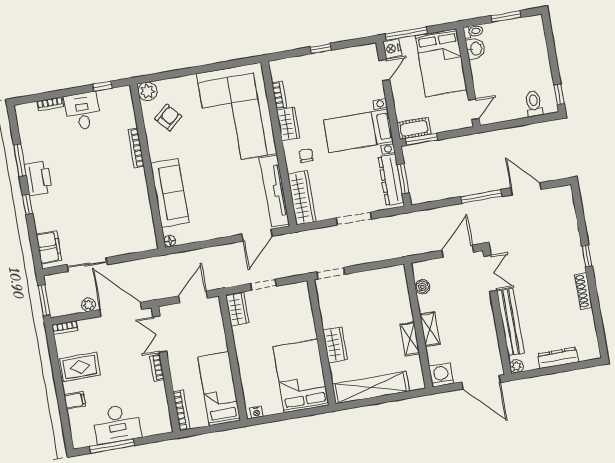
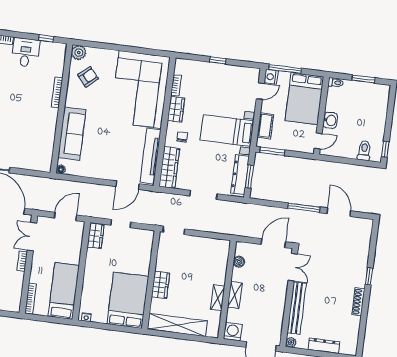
washbasin: (475, 49) -> (330, 120), moved
cot: (414, 128) -> (265, 126), moved, turned 90

